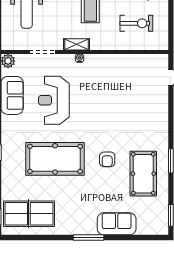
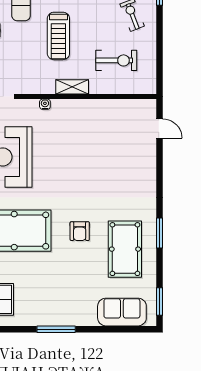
shelving: (77, 44) -> (72, 87), moved
sofa: (117, 224) -> (122, 312), moved

